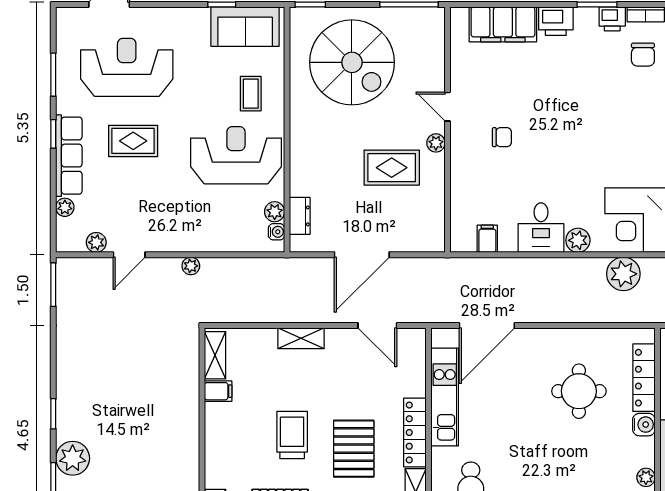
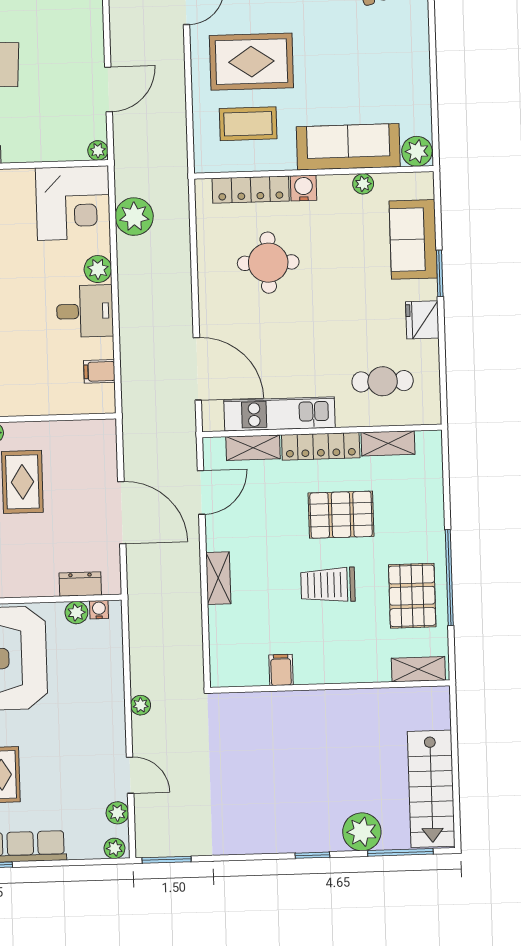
plant: (65, 207) -> (114, 848), moved
shelving: (215, 355) -> (253, 448), moved

